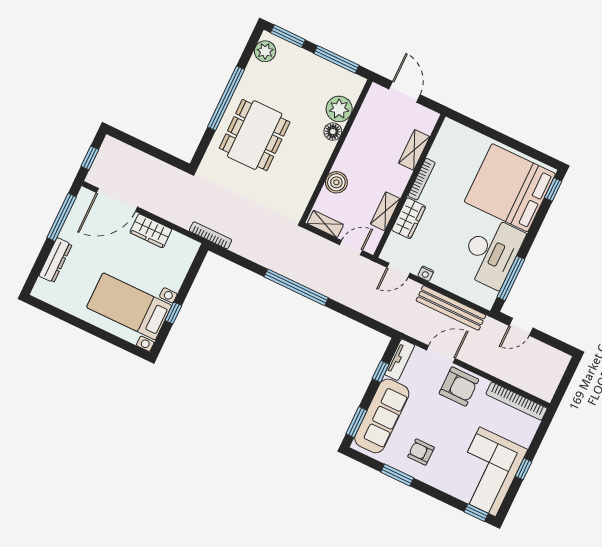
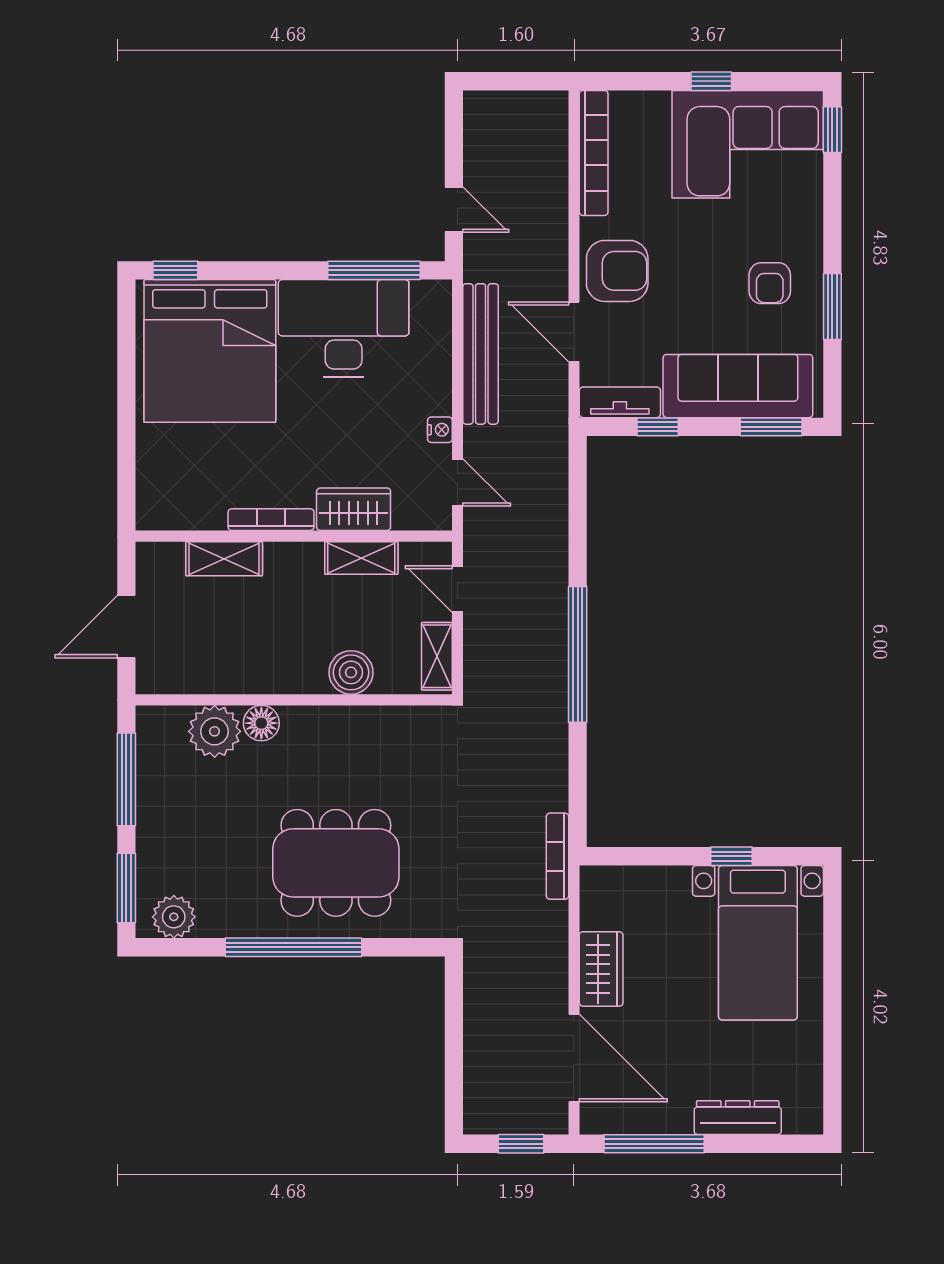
armchair: (459, 387) -> (617, 271), turned 90

